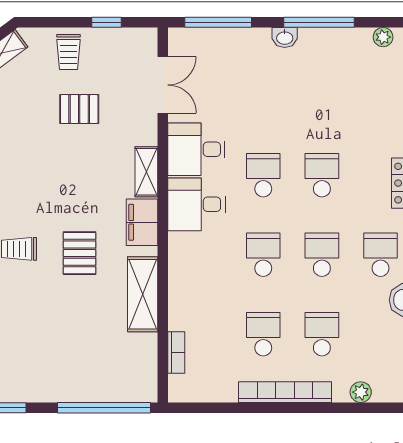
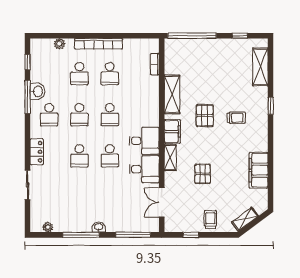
pallet: (79, 109) -> (203, 174), moved, turned 90

